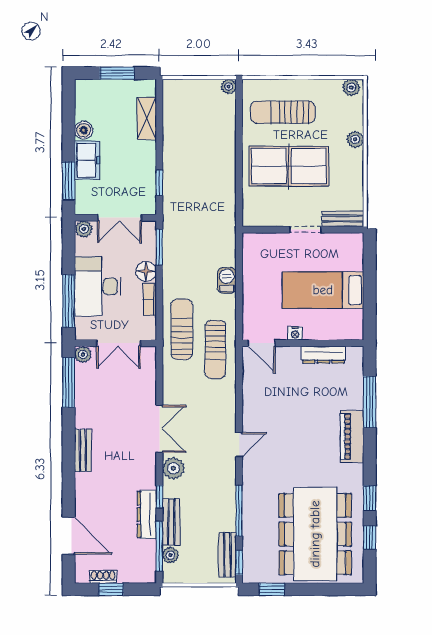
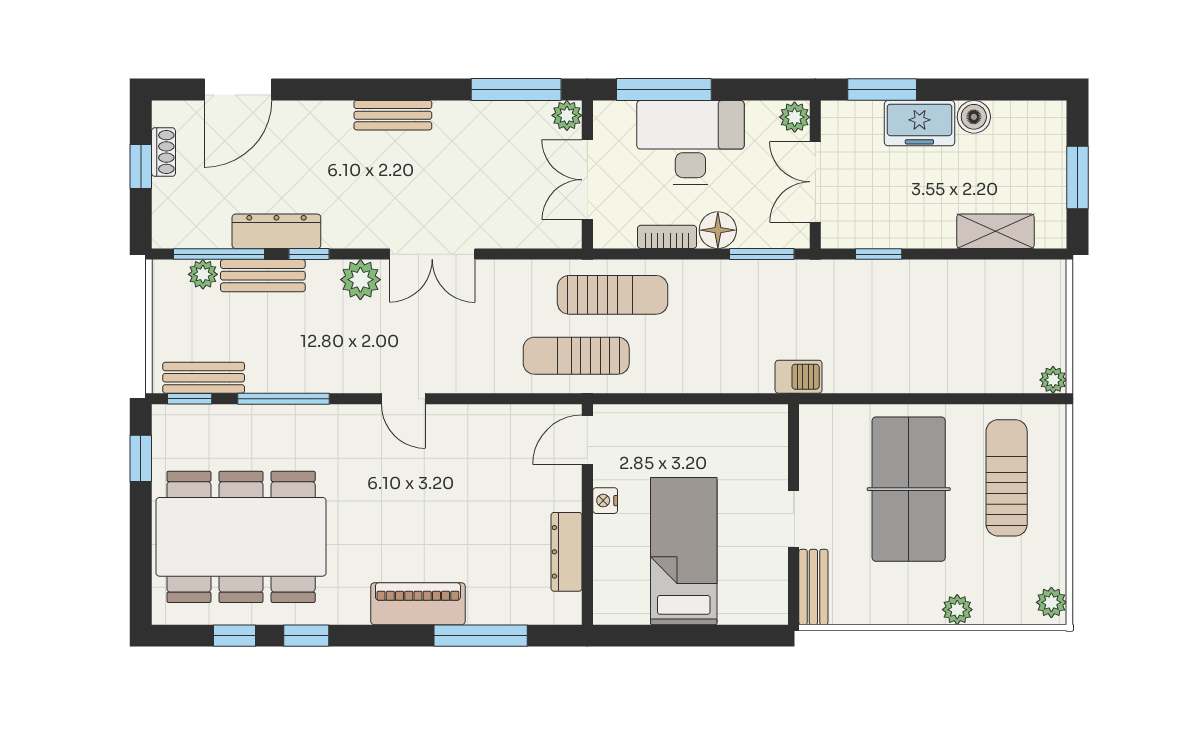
barbecue: (227, 280) -> (799, 377), moved

